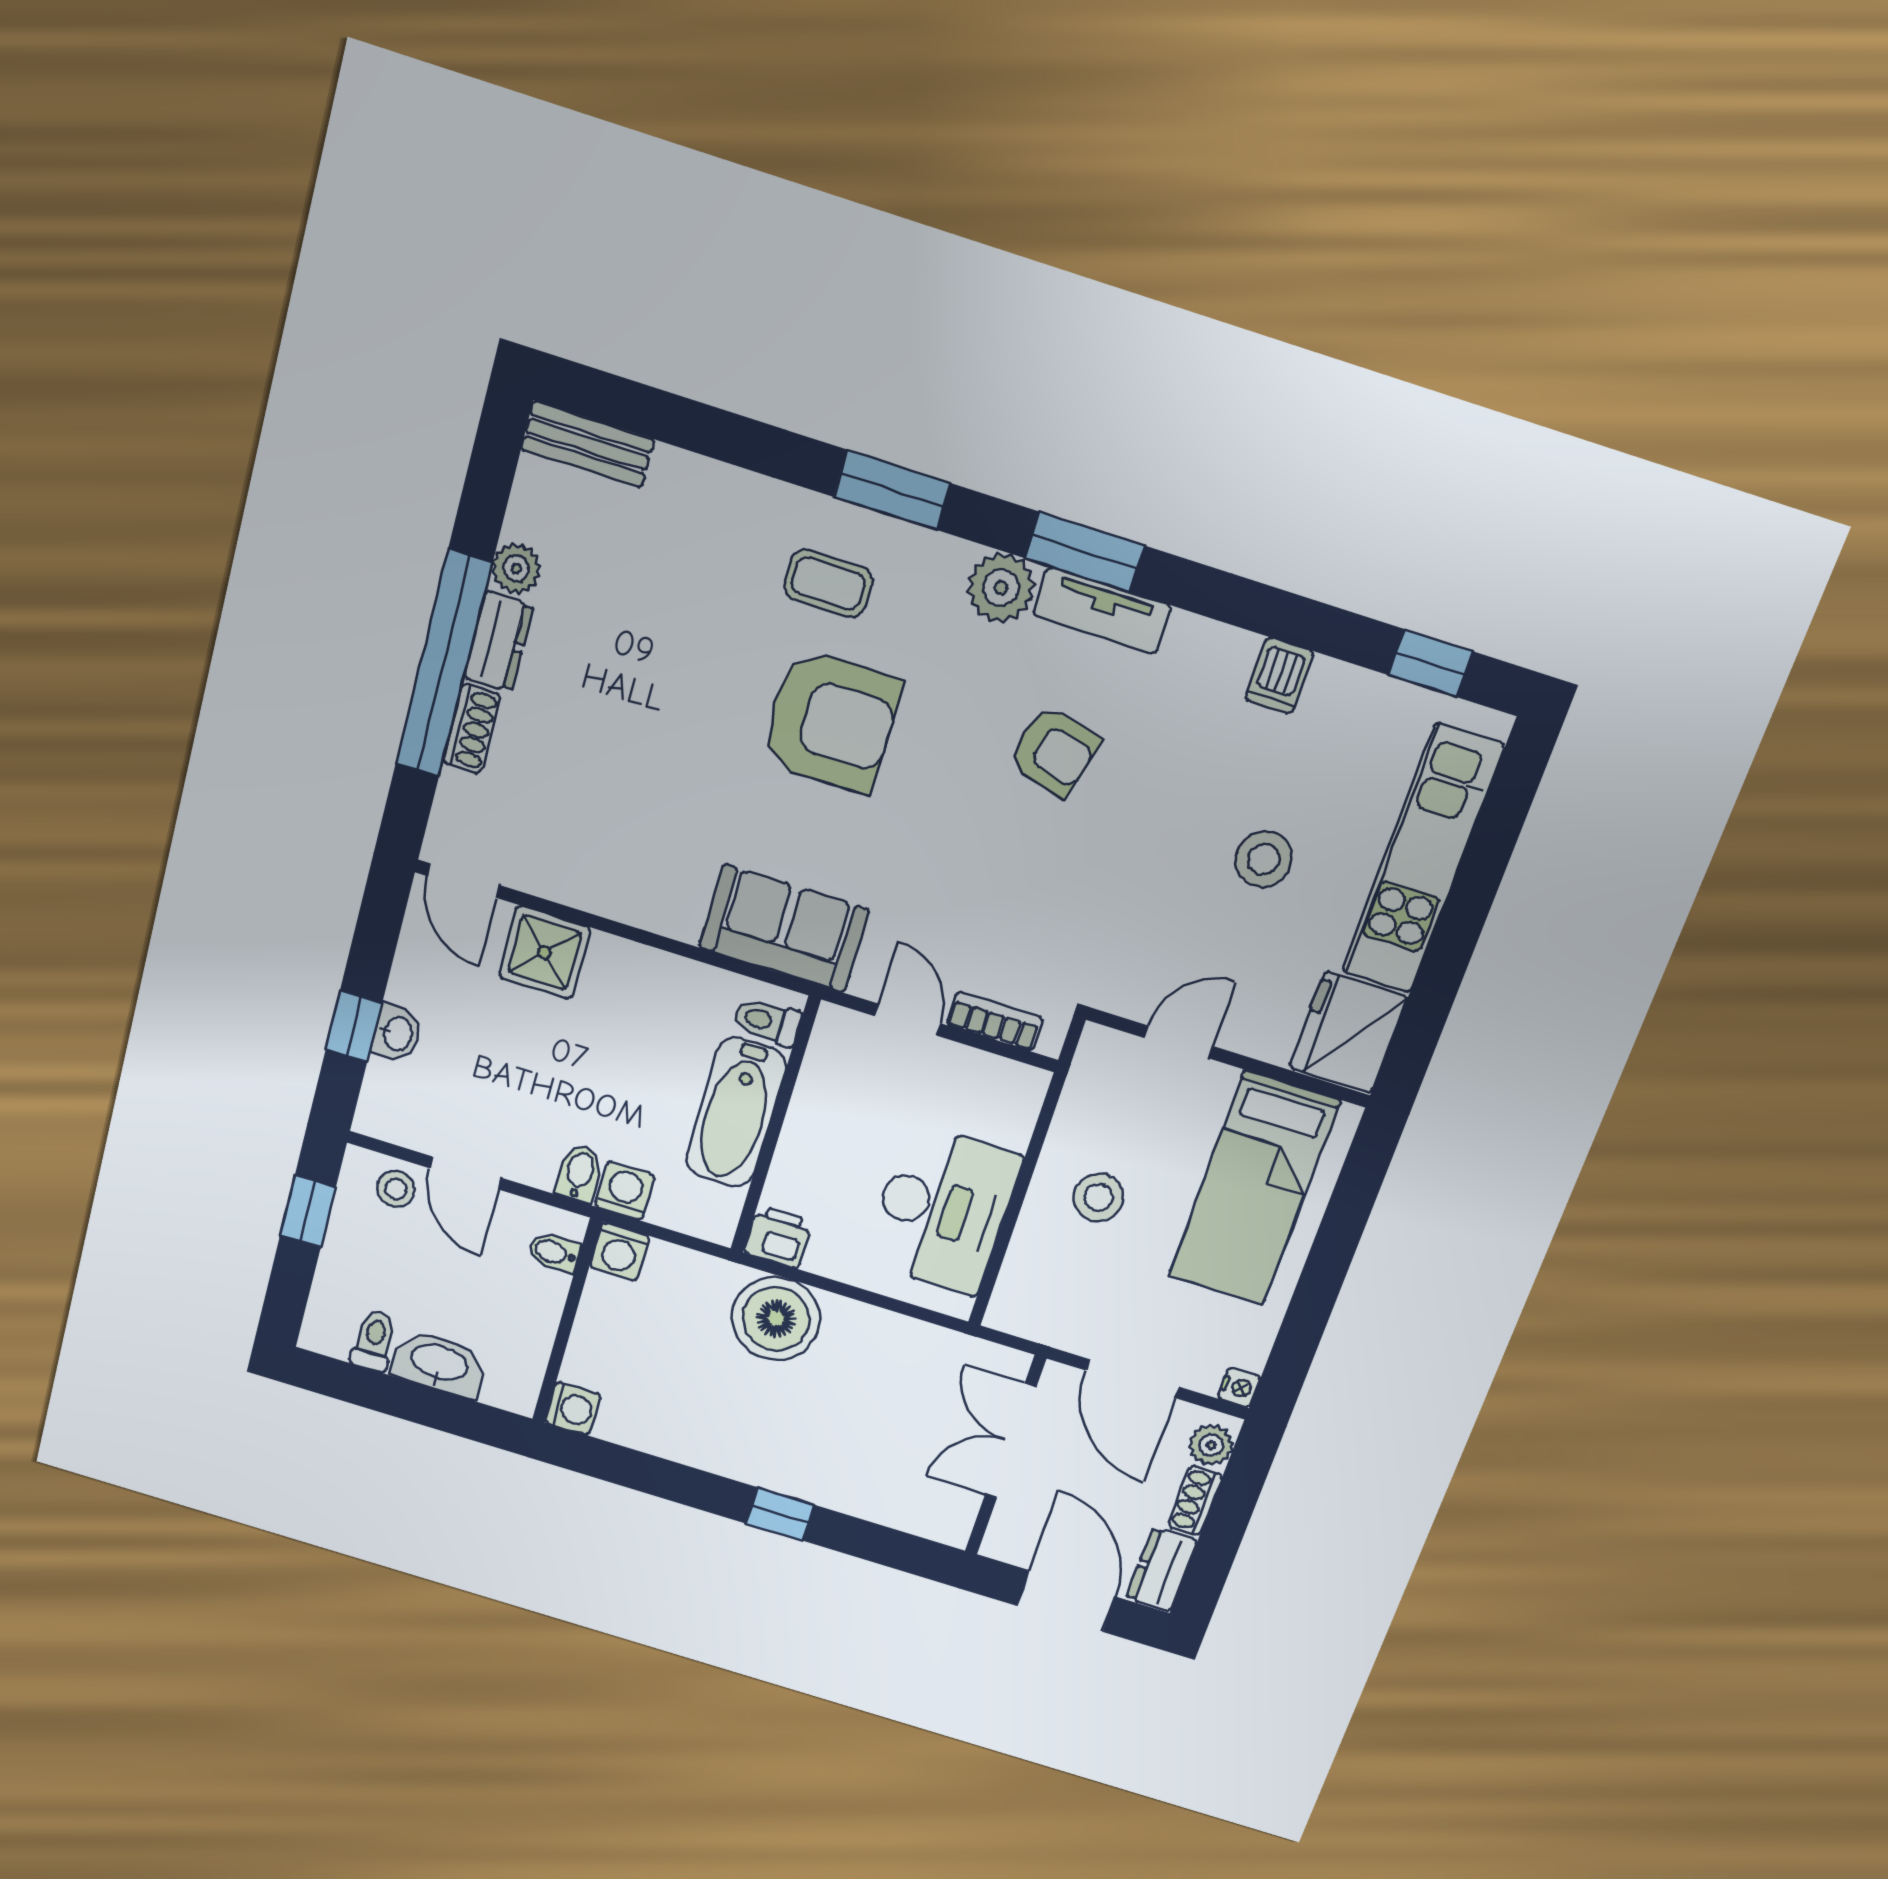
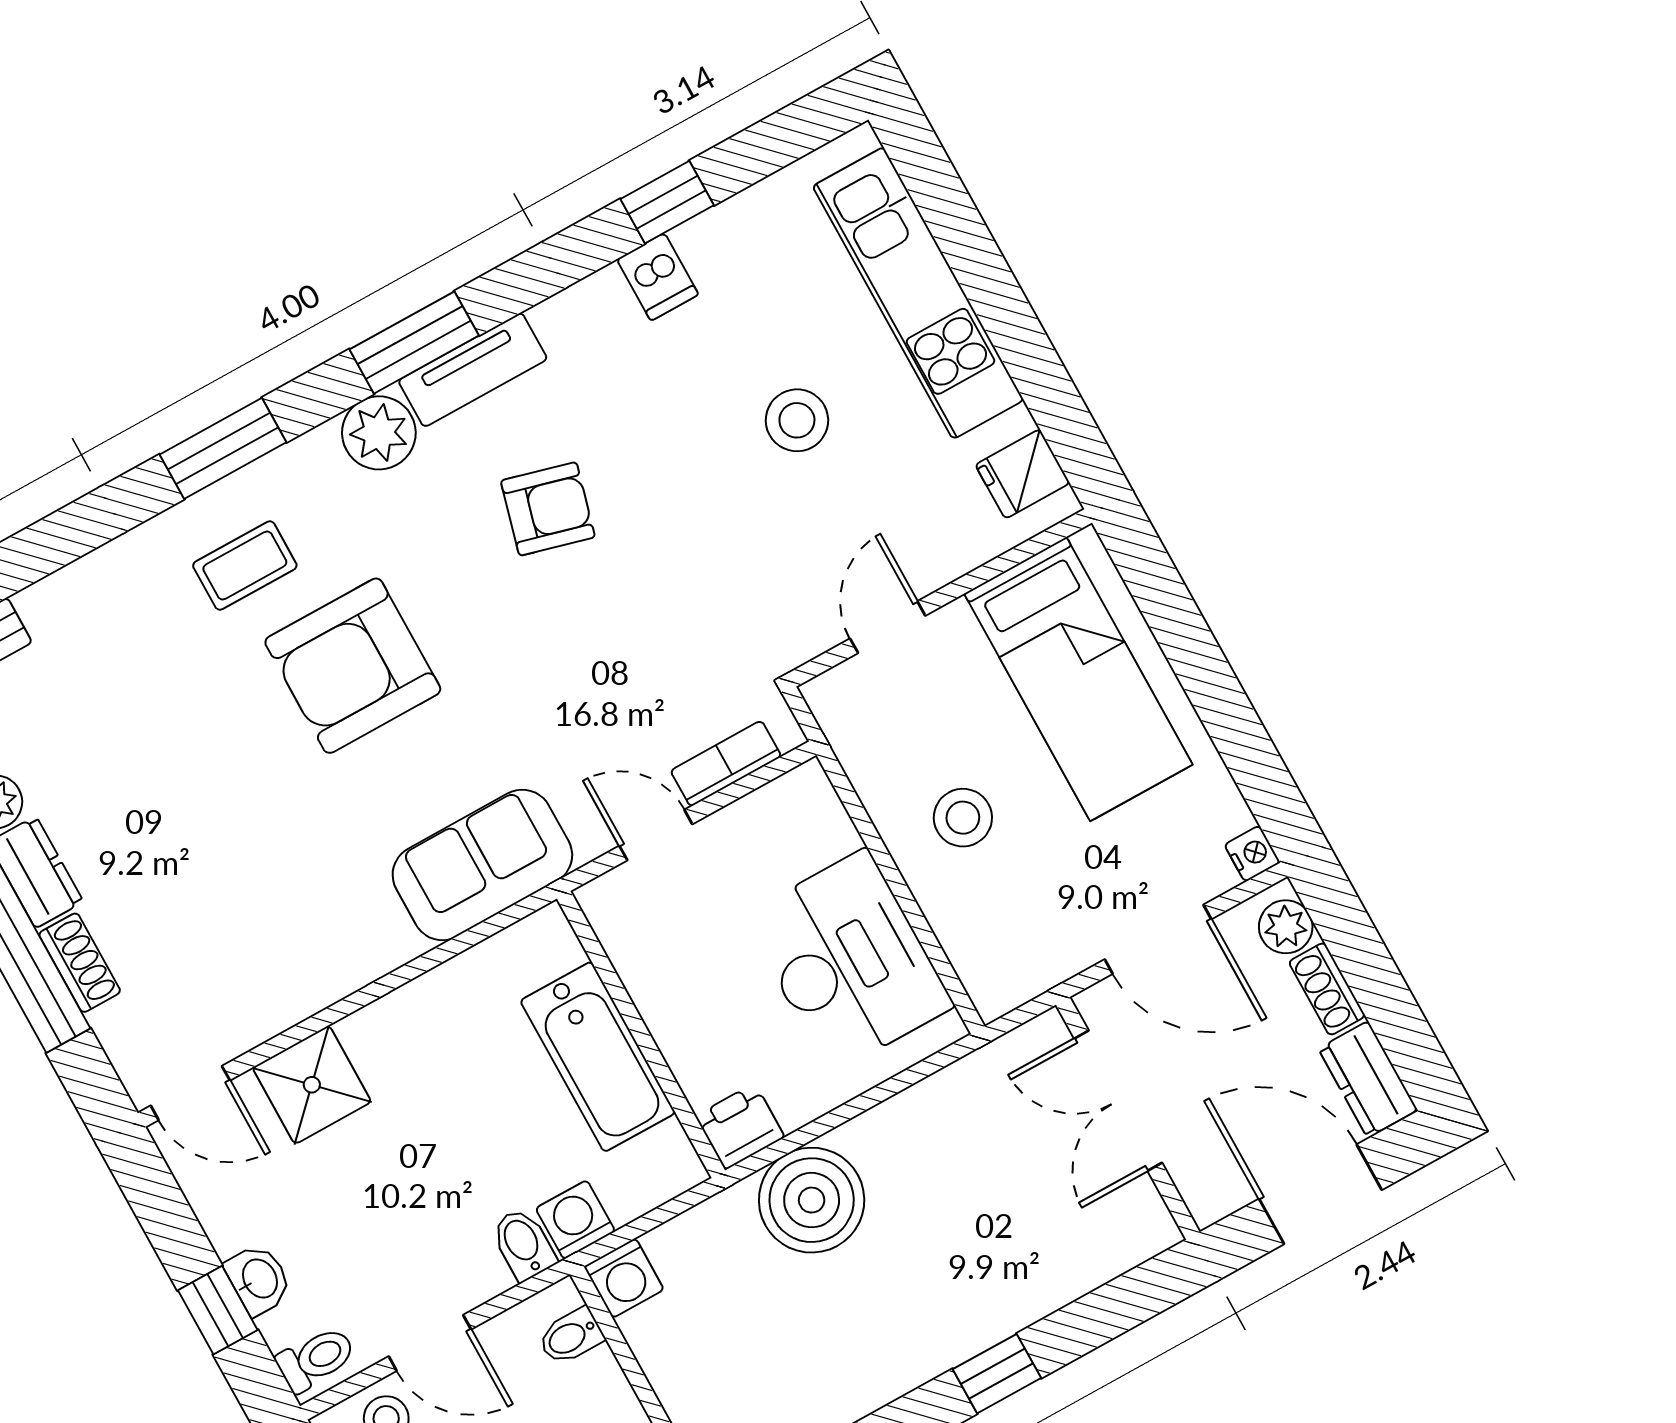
window: (1430, 663) -> (667, 202), moved
armchair: (831, 721) -> (353, 666), turned 180
toilet: (767, 1021) -> (316, 1359), moved, turned 180
fridge: (1348, 1033) -> (1023, 474), width x0.53, depth x0.75

